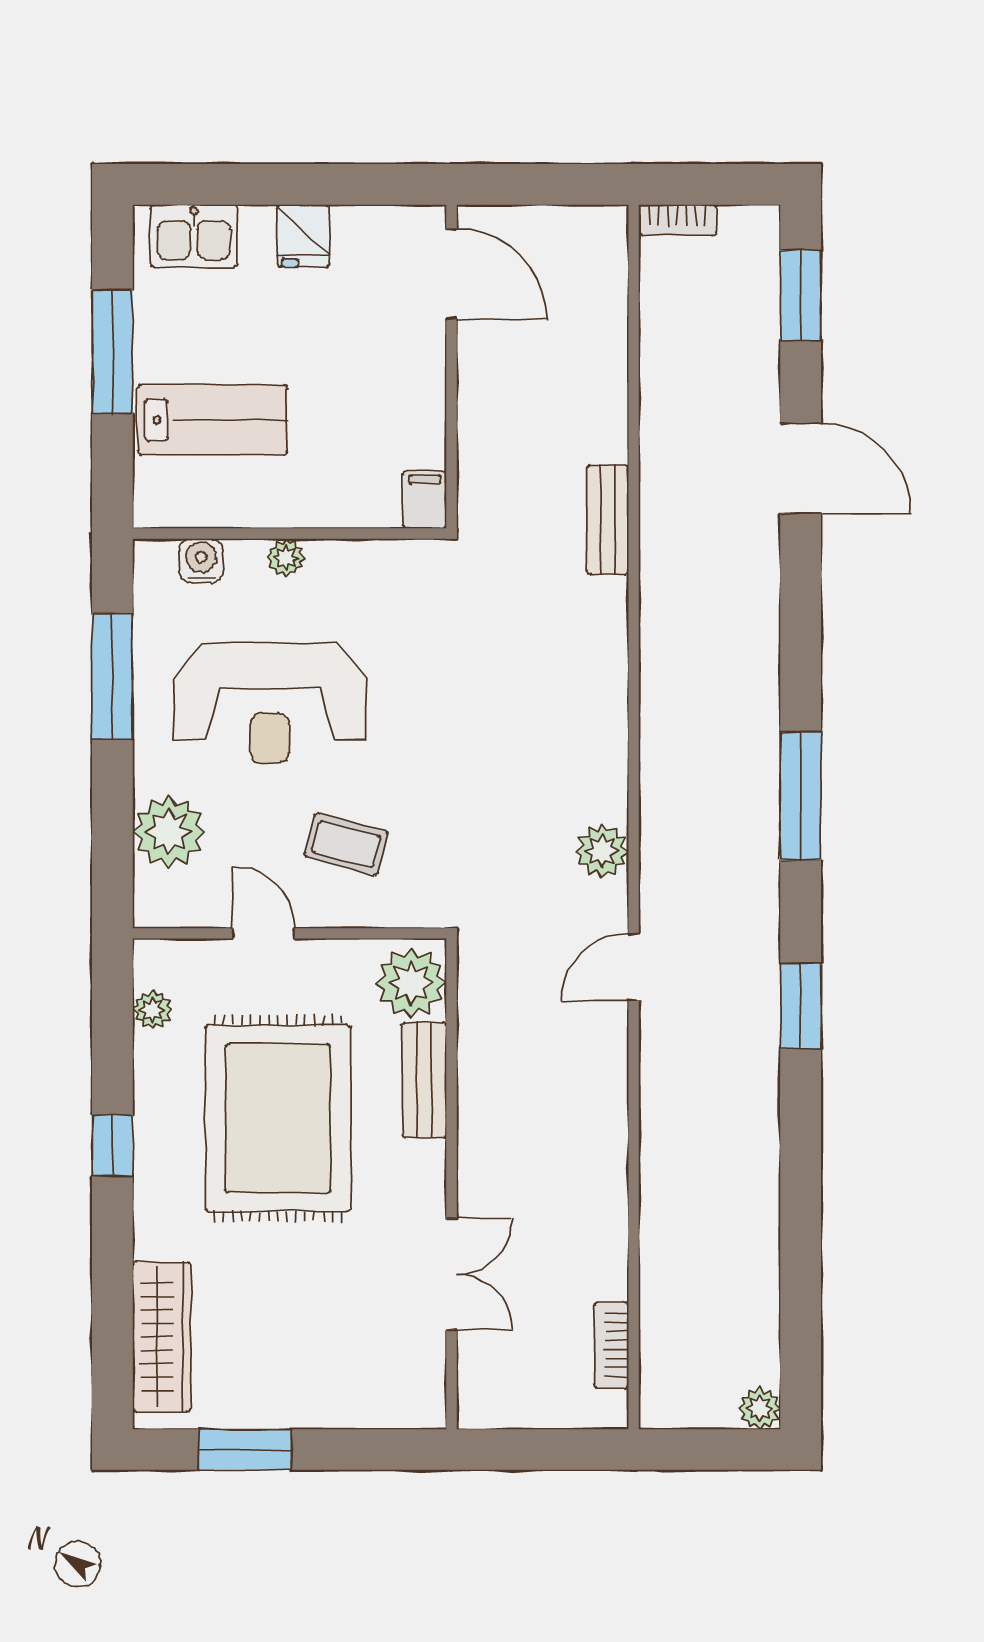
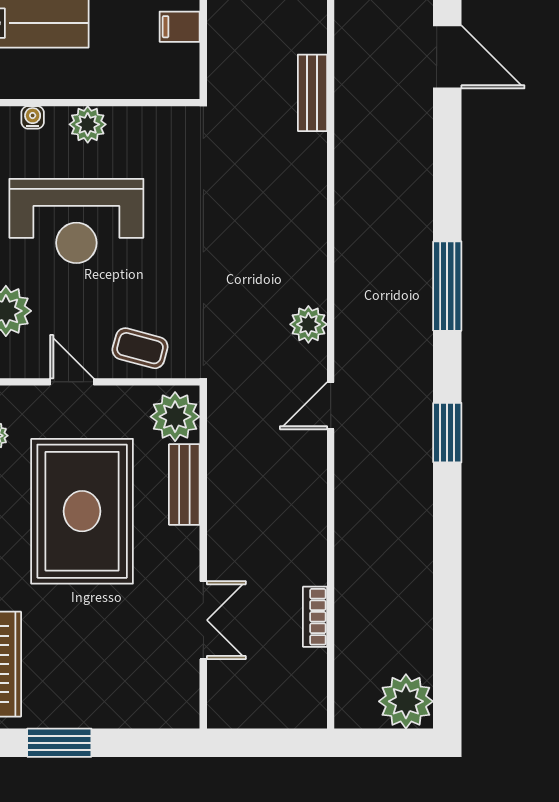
filing cabinet: (425, 500) -> (180, 27), moved, turned -90
plant: (286, 558) -> (88, 124), width x1.38, depth x1.38
water cooler: (201, 561) -> (33, 117), width x0.72, depth x0.72
coffee table: (346, 844) -> (140, 348), moved
bookcase: (611, 1345) -> (315, 617), moved
plant: (760, 1408) -> (406, 701), width x1.87, depth x1.87

